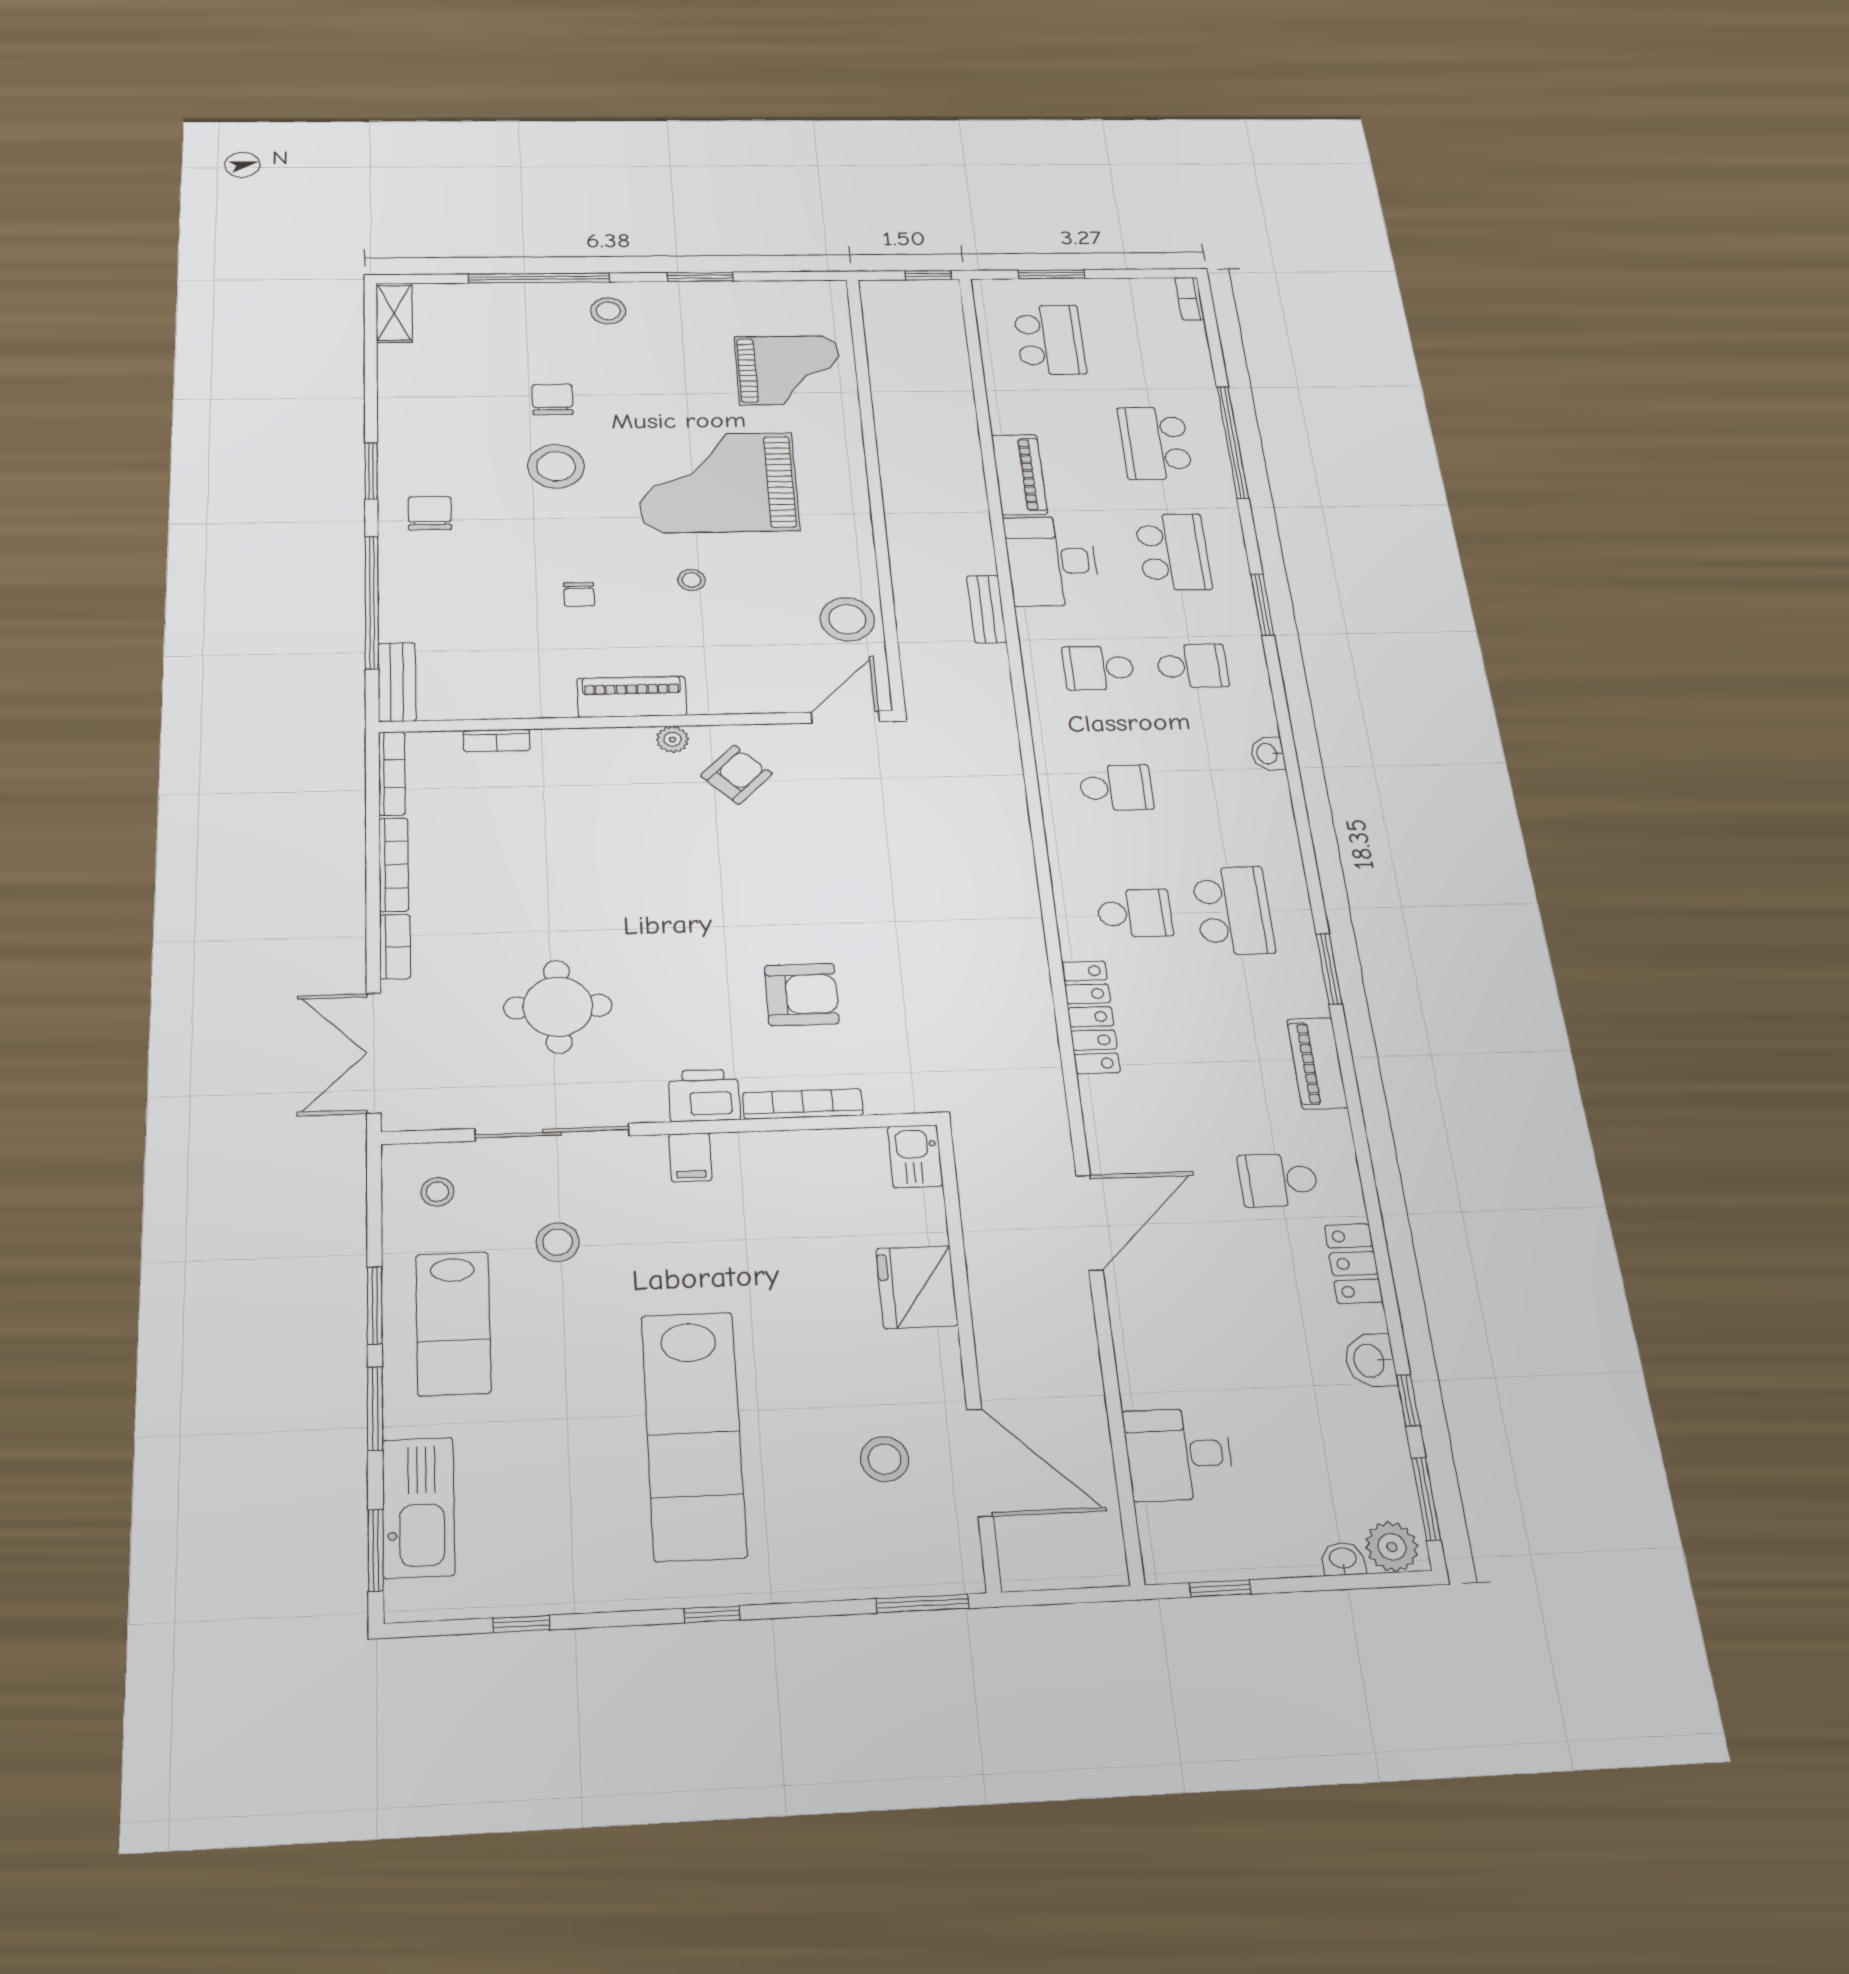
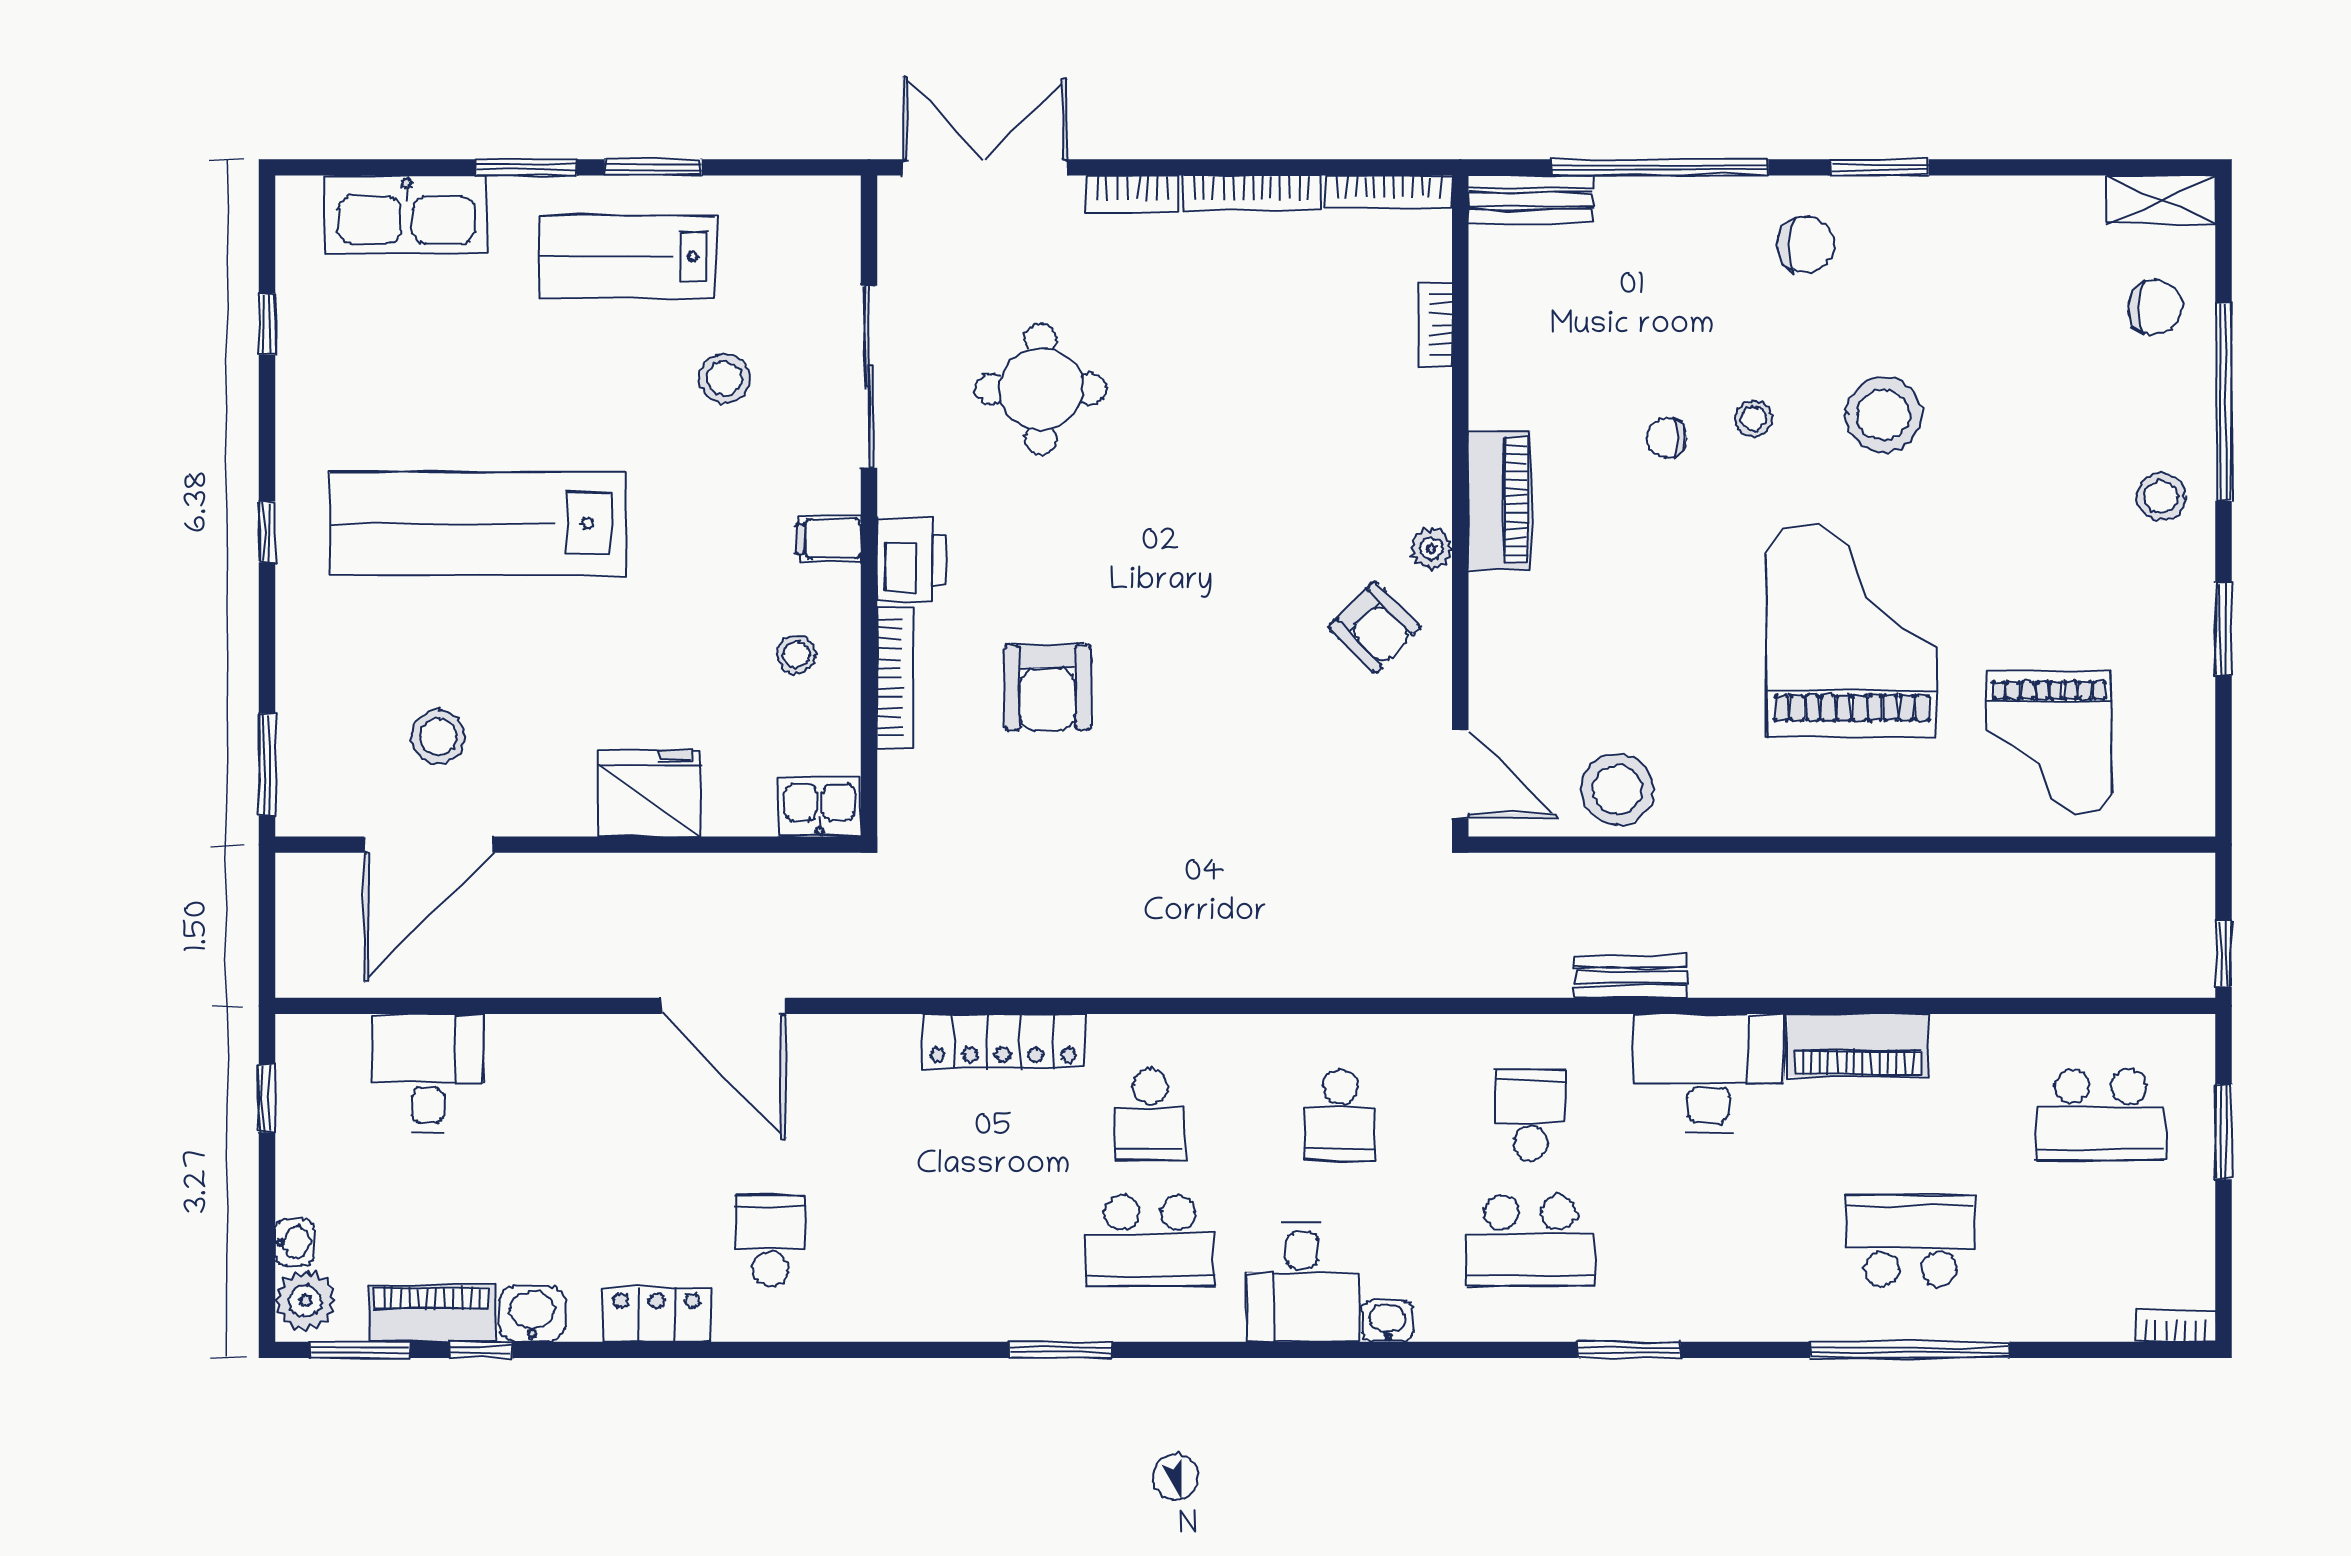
chair: (553, 399) -> (2155, 307), moved
school desk: (1173, 552) -> (1720, 1241), removed
stool: (692, 580) -> (1754, 419), moved
school desk: (1192, 666) -> (1530, 1241), width x1.85
desk: (1248, 809) -> (1302, 1282), added
piano: (1317, 1063) -> (432, 1314), moved
stool: (437, 1192) -> (796, 655), moved
window: (376, 1550) -> (359, 167), removed

